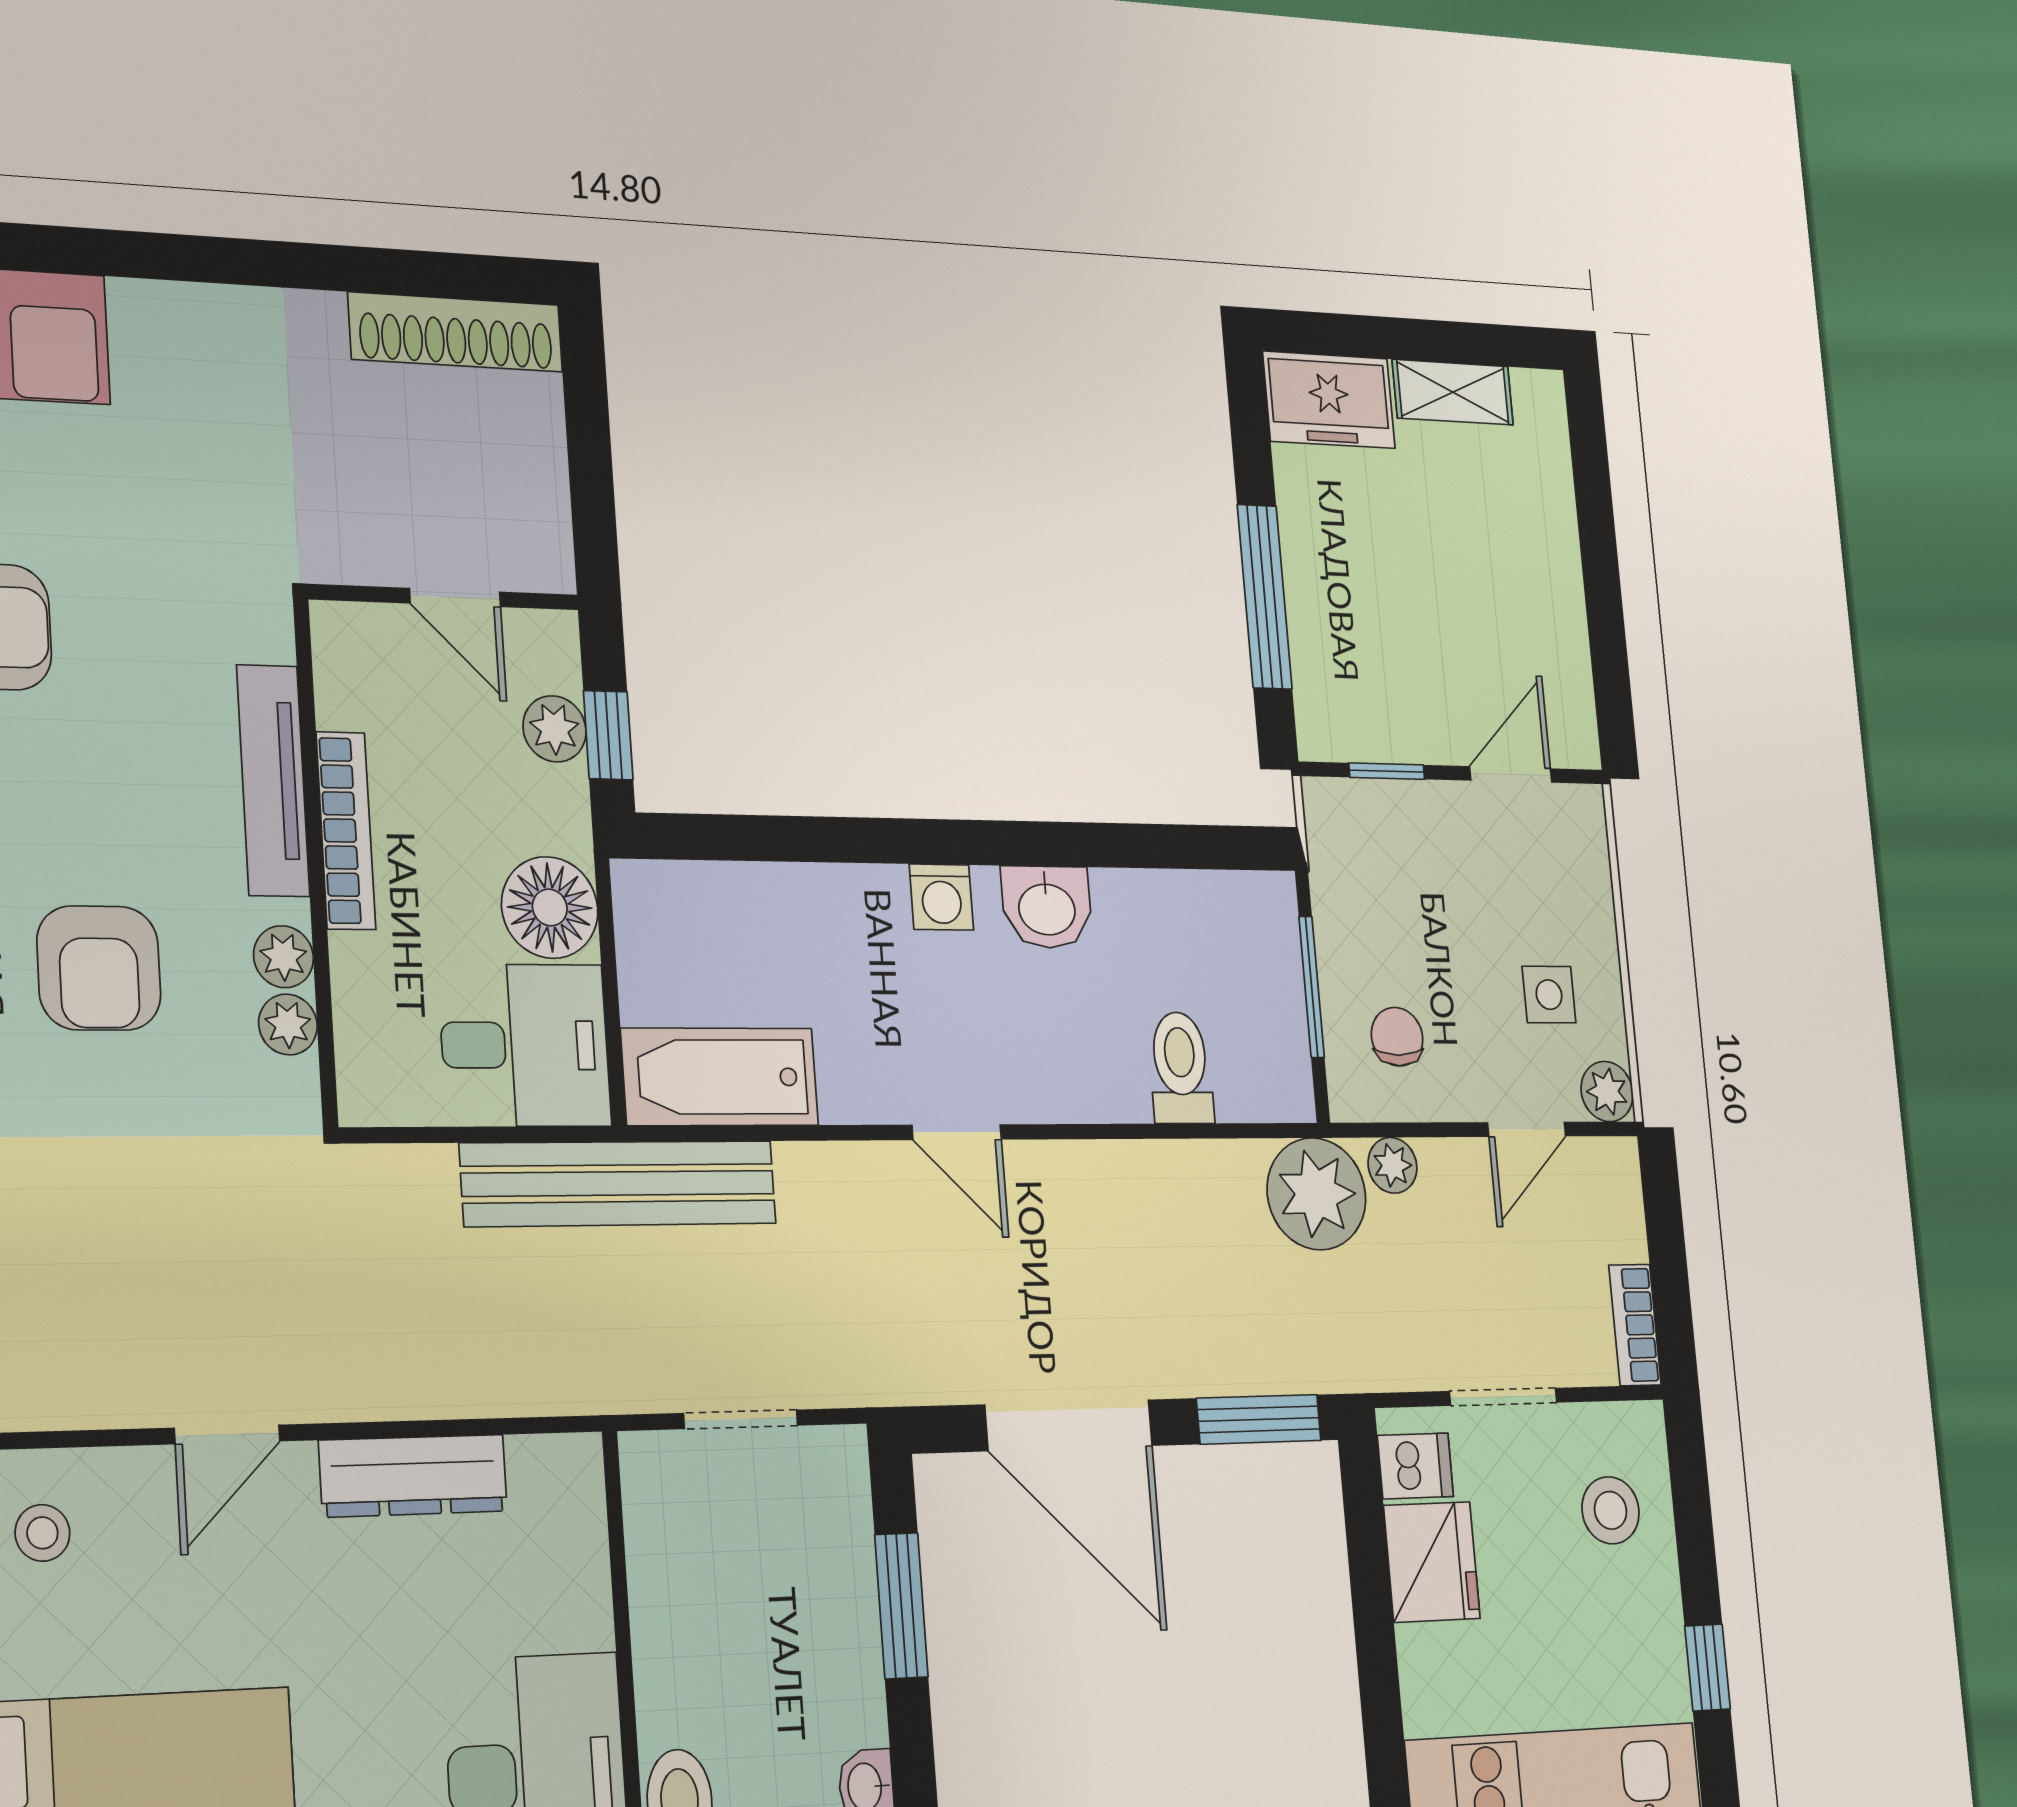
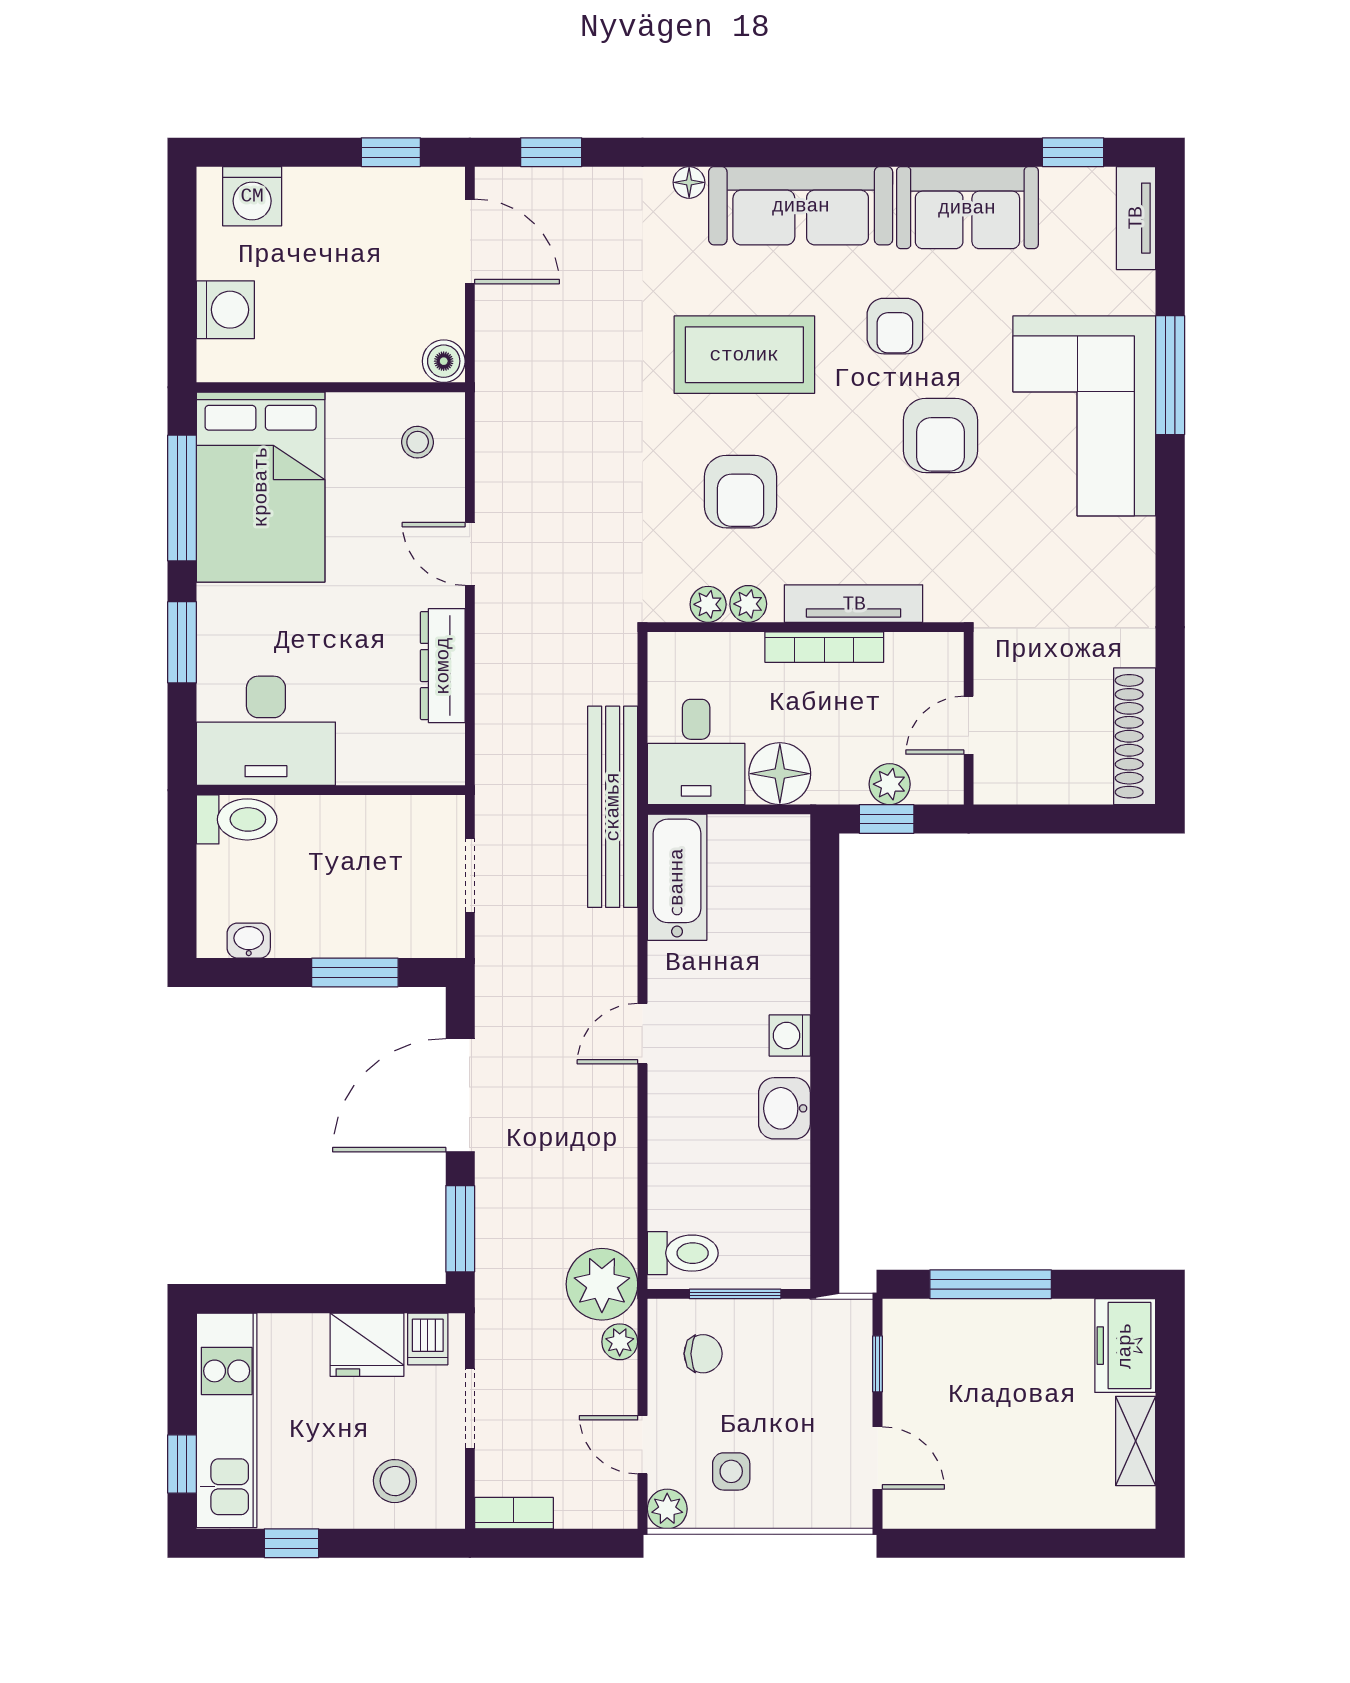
armchair: (99, 968) -> (741, 492), turned -90
toilet: (1181, 1068) -> (683, 1253), moved

